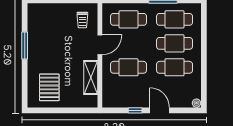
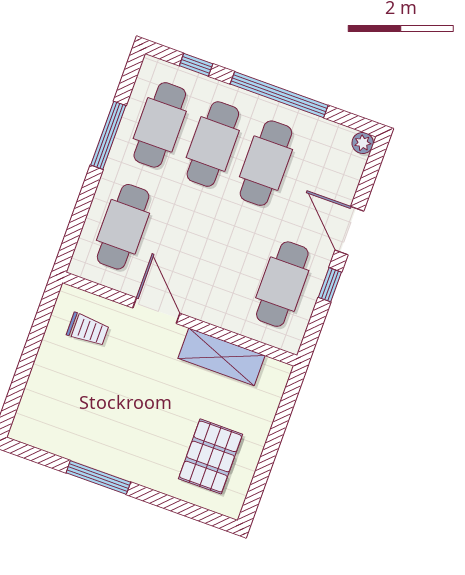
window: (204, 25) -> (196, 65), added
window: (204, 63) -> (279, 95), added
cafe table: (129, 67) -> (282, 284), moved
pallet: (49, 87) -> (211, 456), turned 90
door: (160, 110) -> (349, 231), hinge flipped

